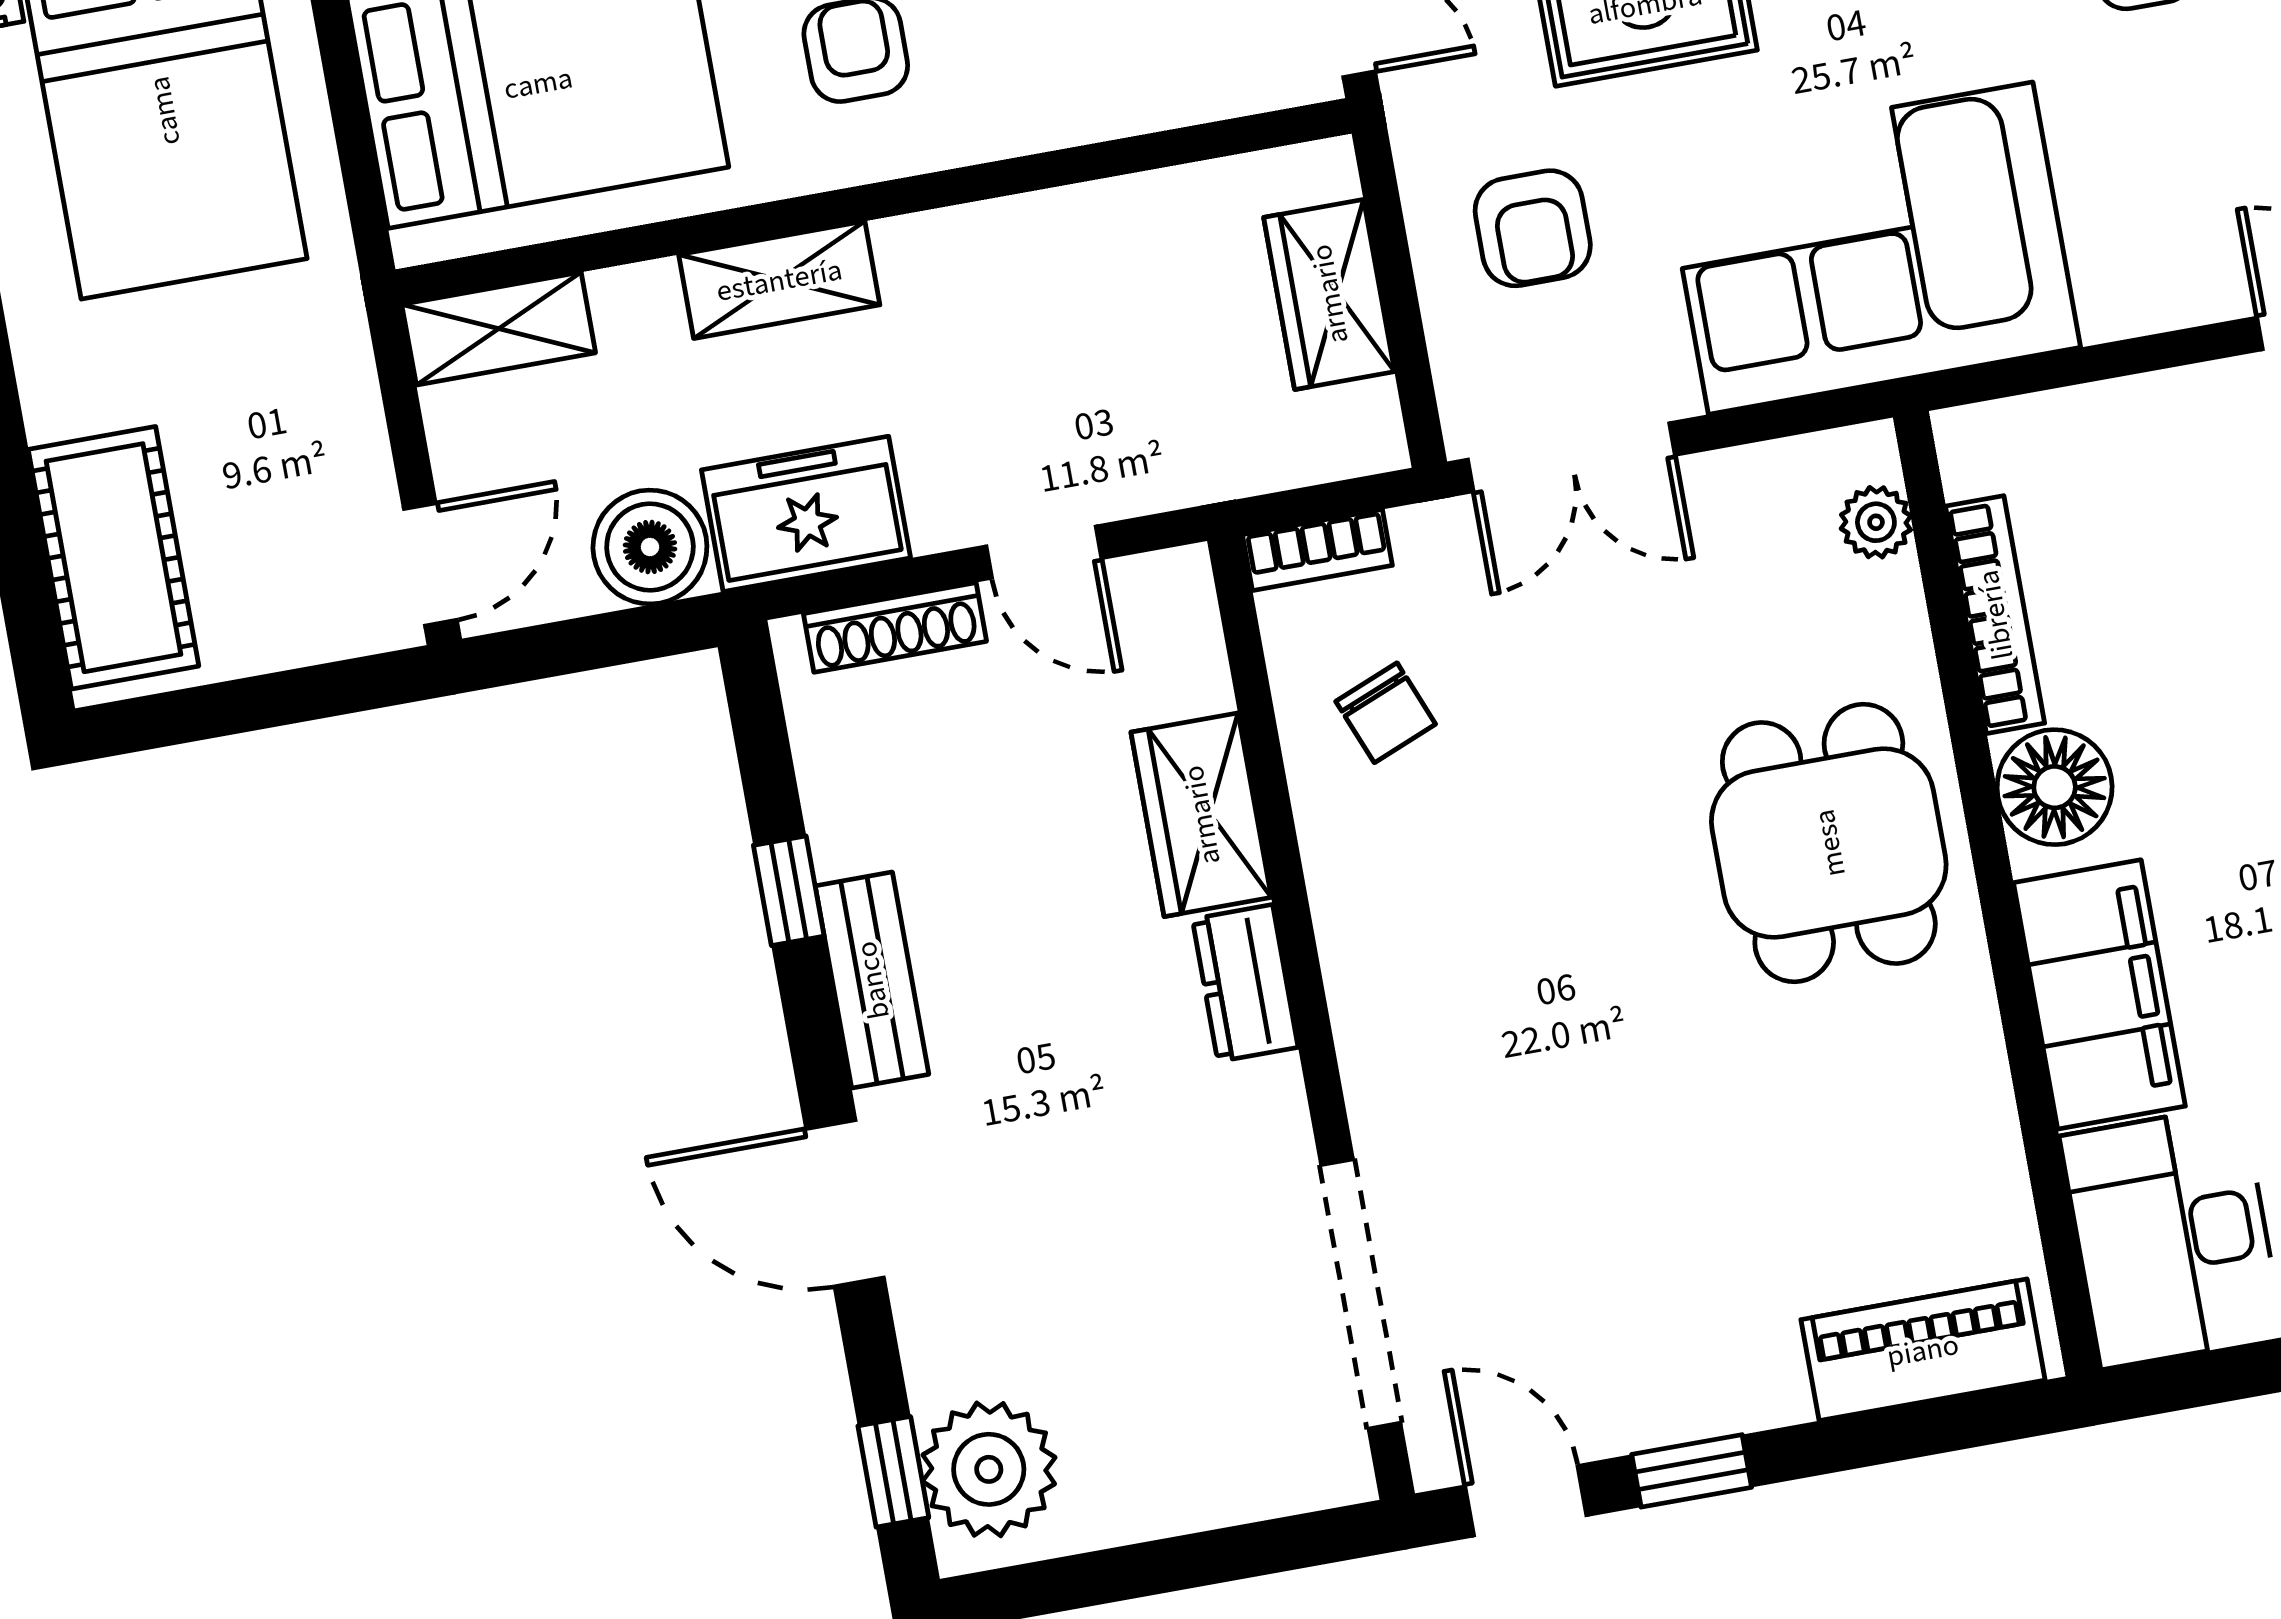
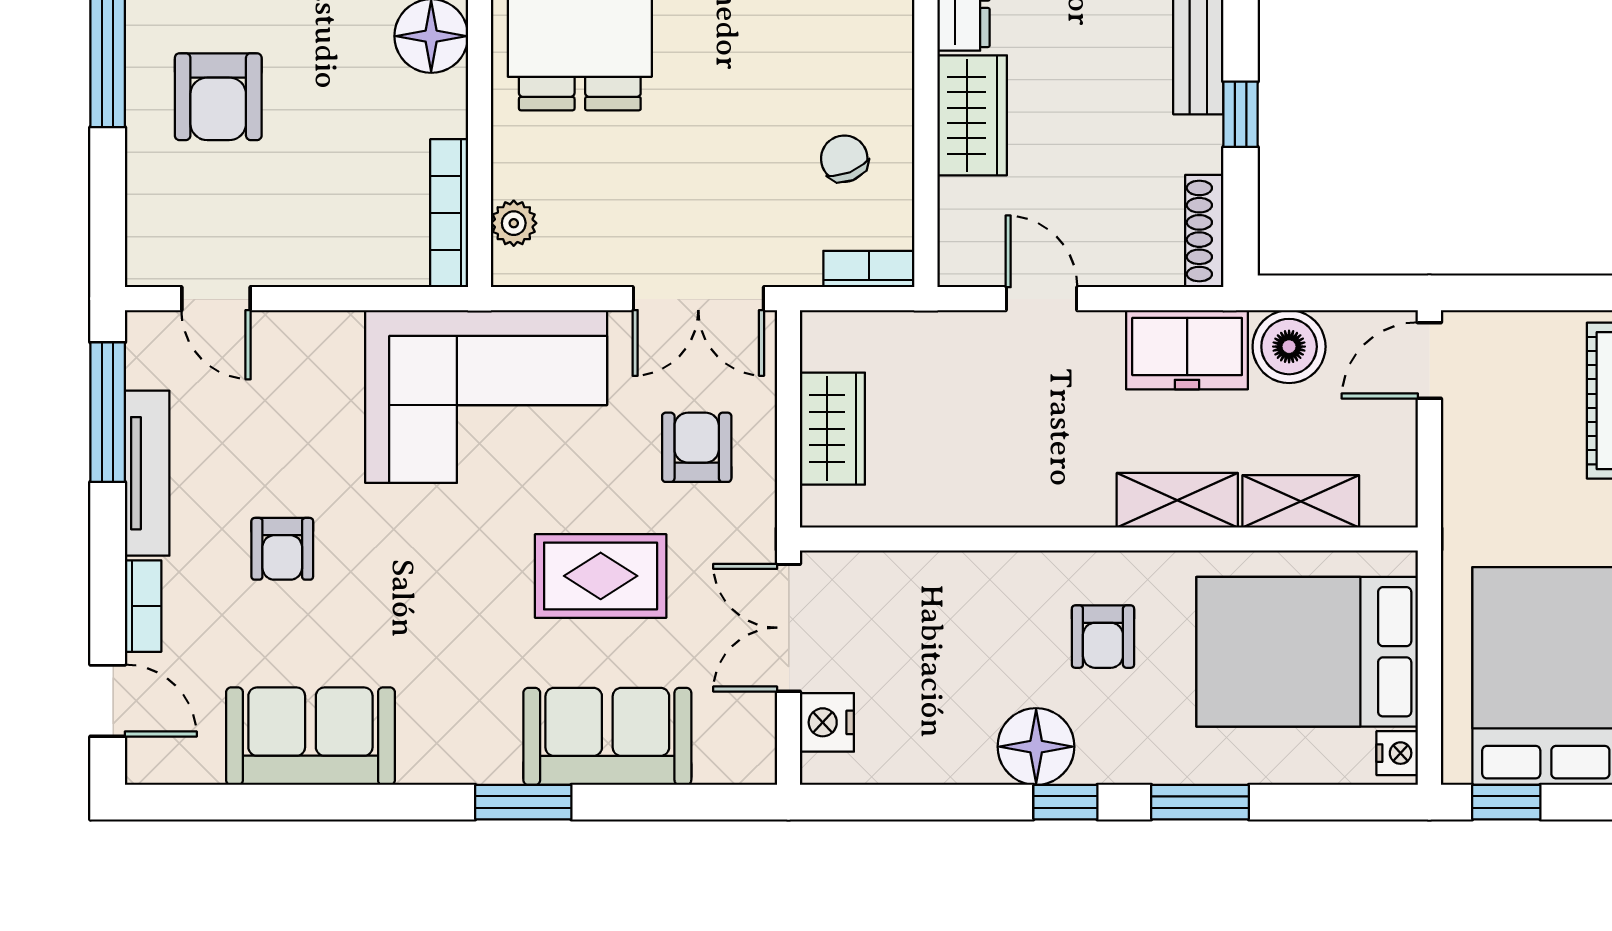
shelving: (499, 329) -> (1301, 501), moved
double door: (1571, 457) -> (698, 299), swing flipped
bookcase: (1995, 615) -> (449, 213), moved
shoe rack: (895, 627) -> (1204, 231), moved, turned -90

